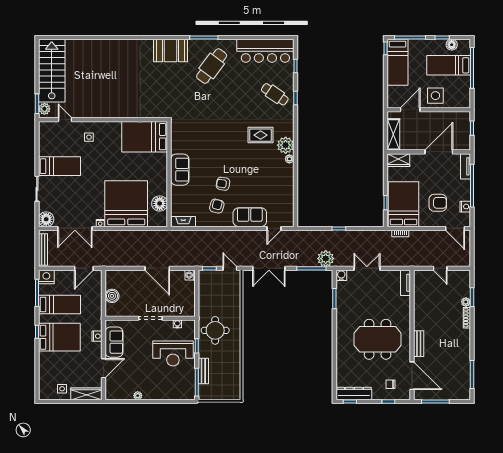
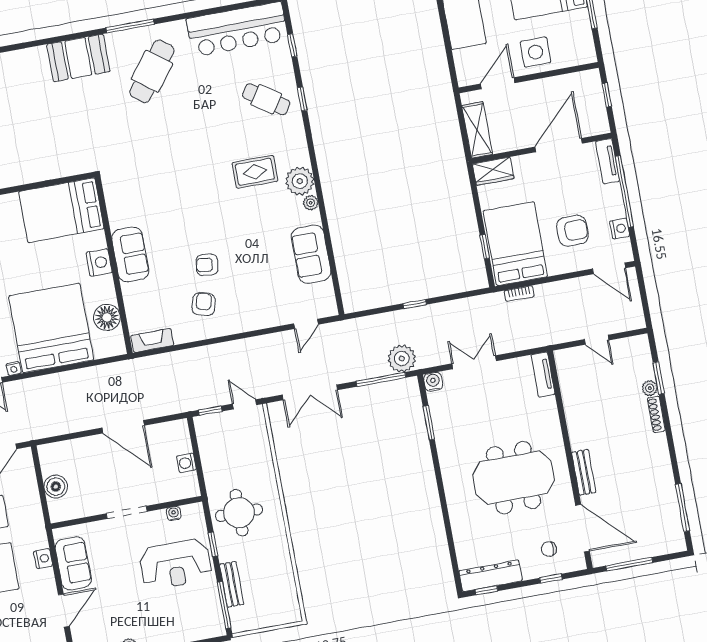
nightstand: (161, 171) -> (99, 262), added
sofa: (250, 217) -> (311, 254), moved, turned -90
washing machine: (190, 275) -> (186, 463), moved

